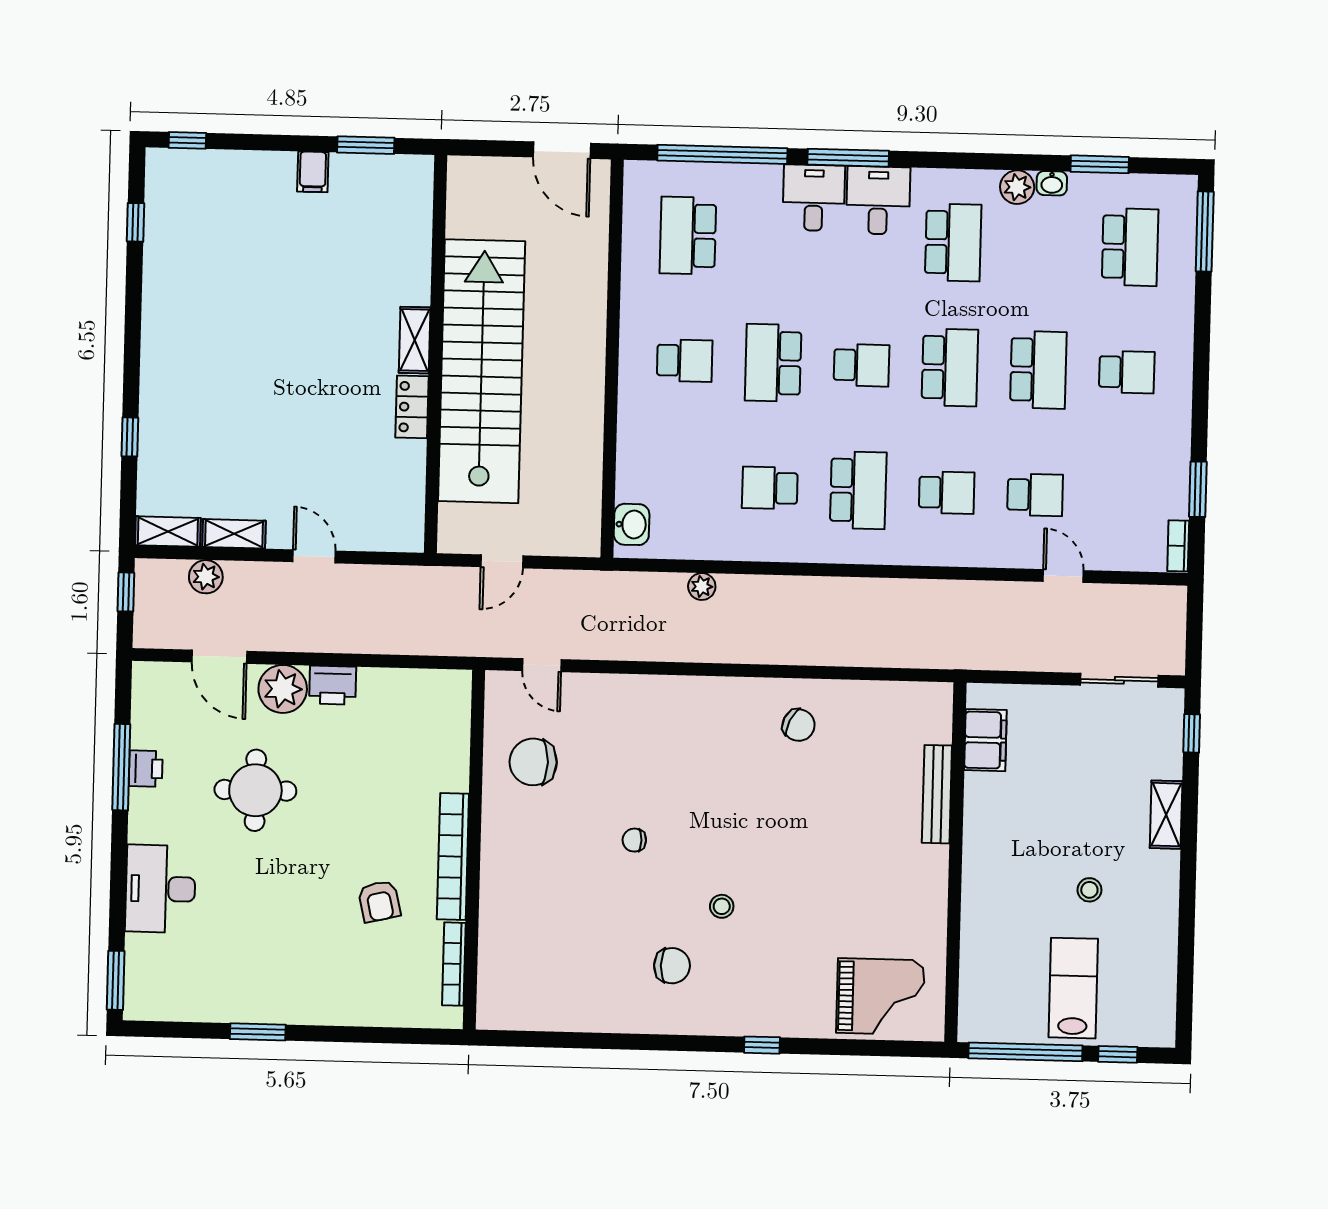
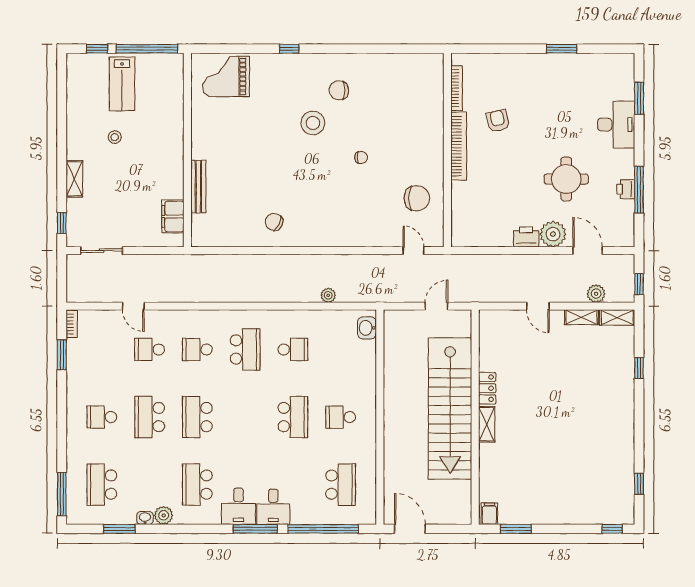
filing cabinet: (313, 172) -> (489, 514), moved
school desk: (861, 365) -> (245, 417), removed
school desk: (858, 490) -> (245, 349), turned 180
stool: (722, 906) -> (313, 123), width x1.89, depth x1.89
window: (116, 980) -> (639, 98), moved

